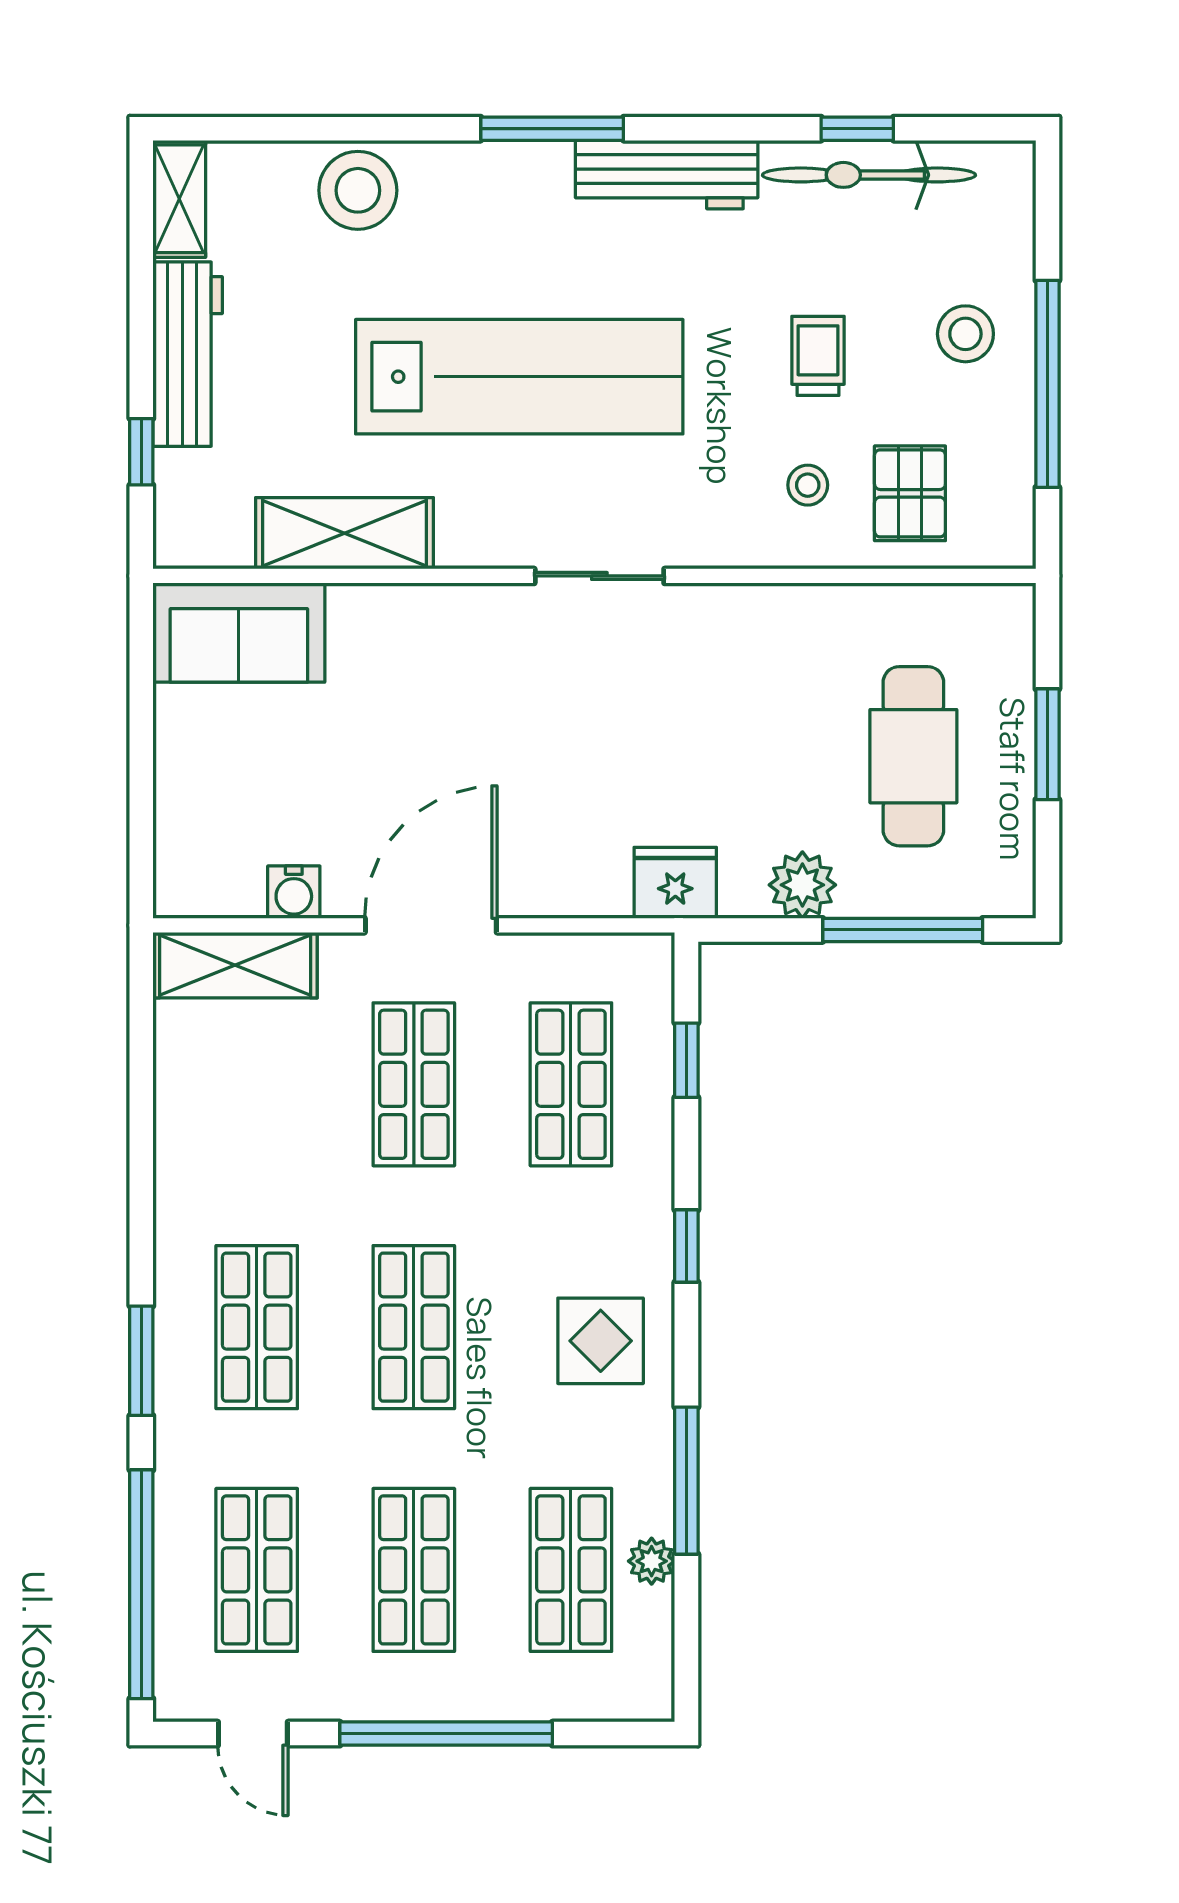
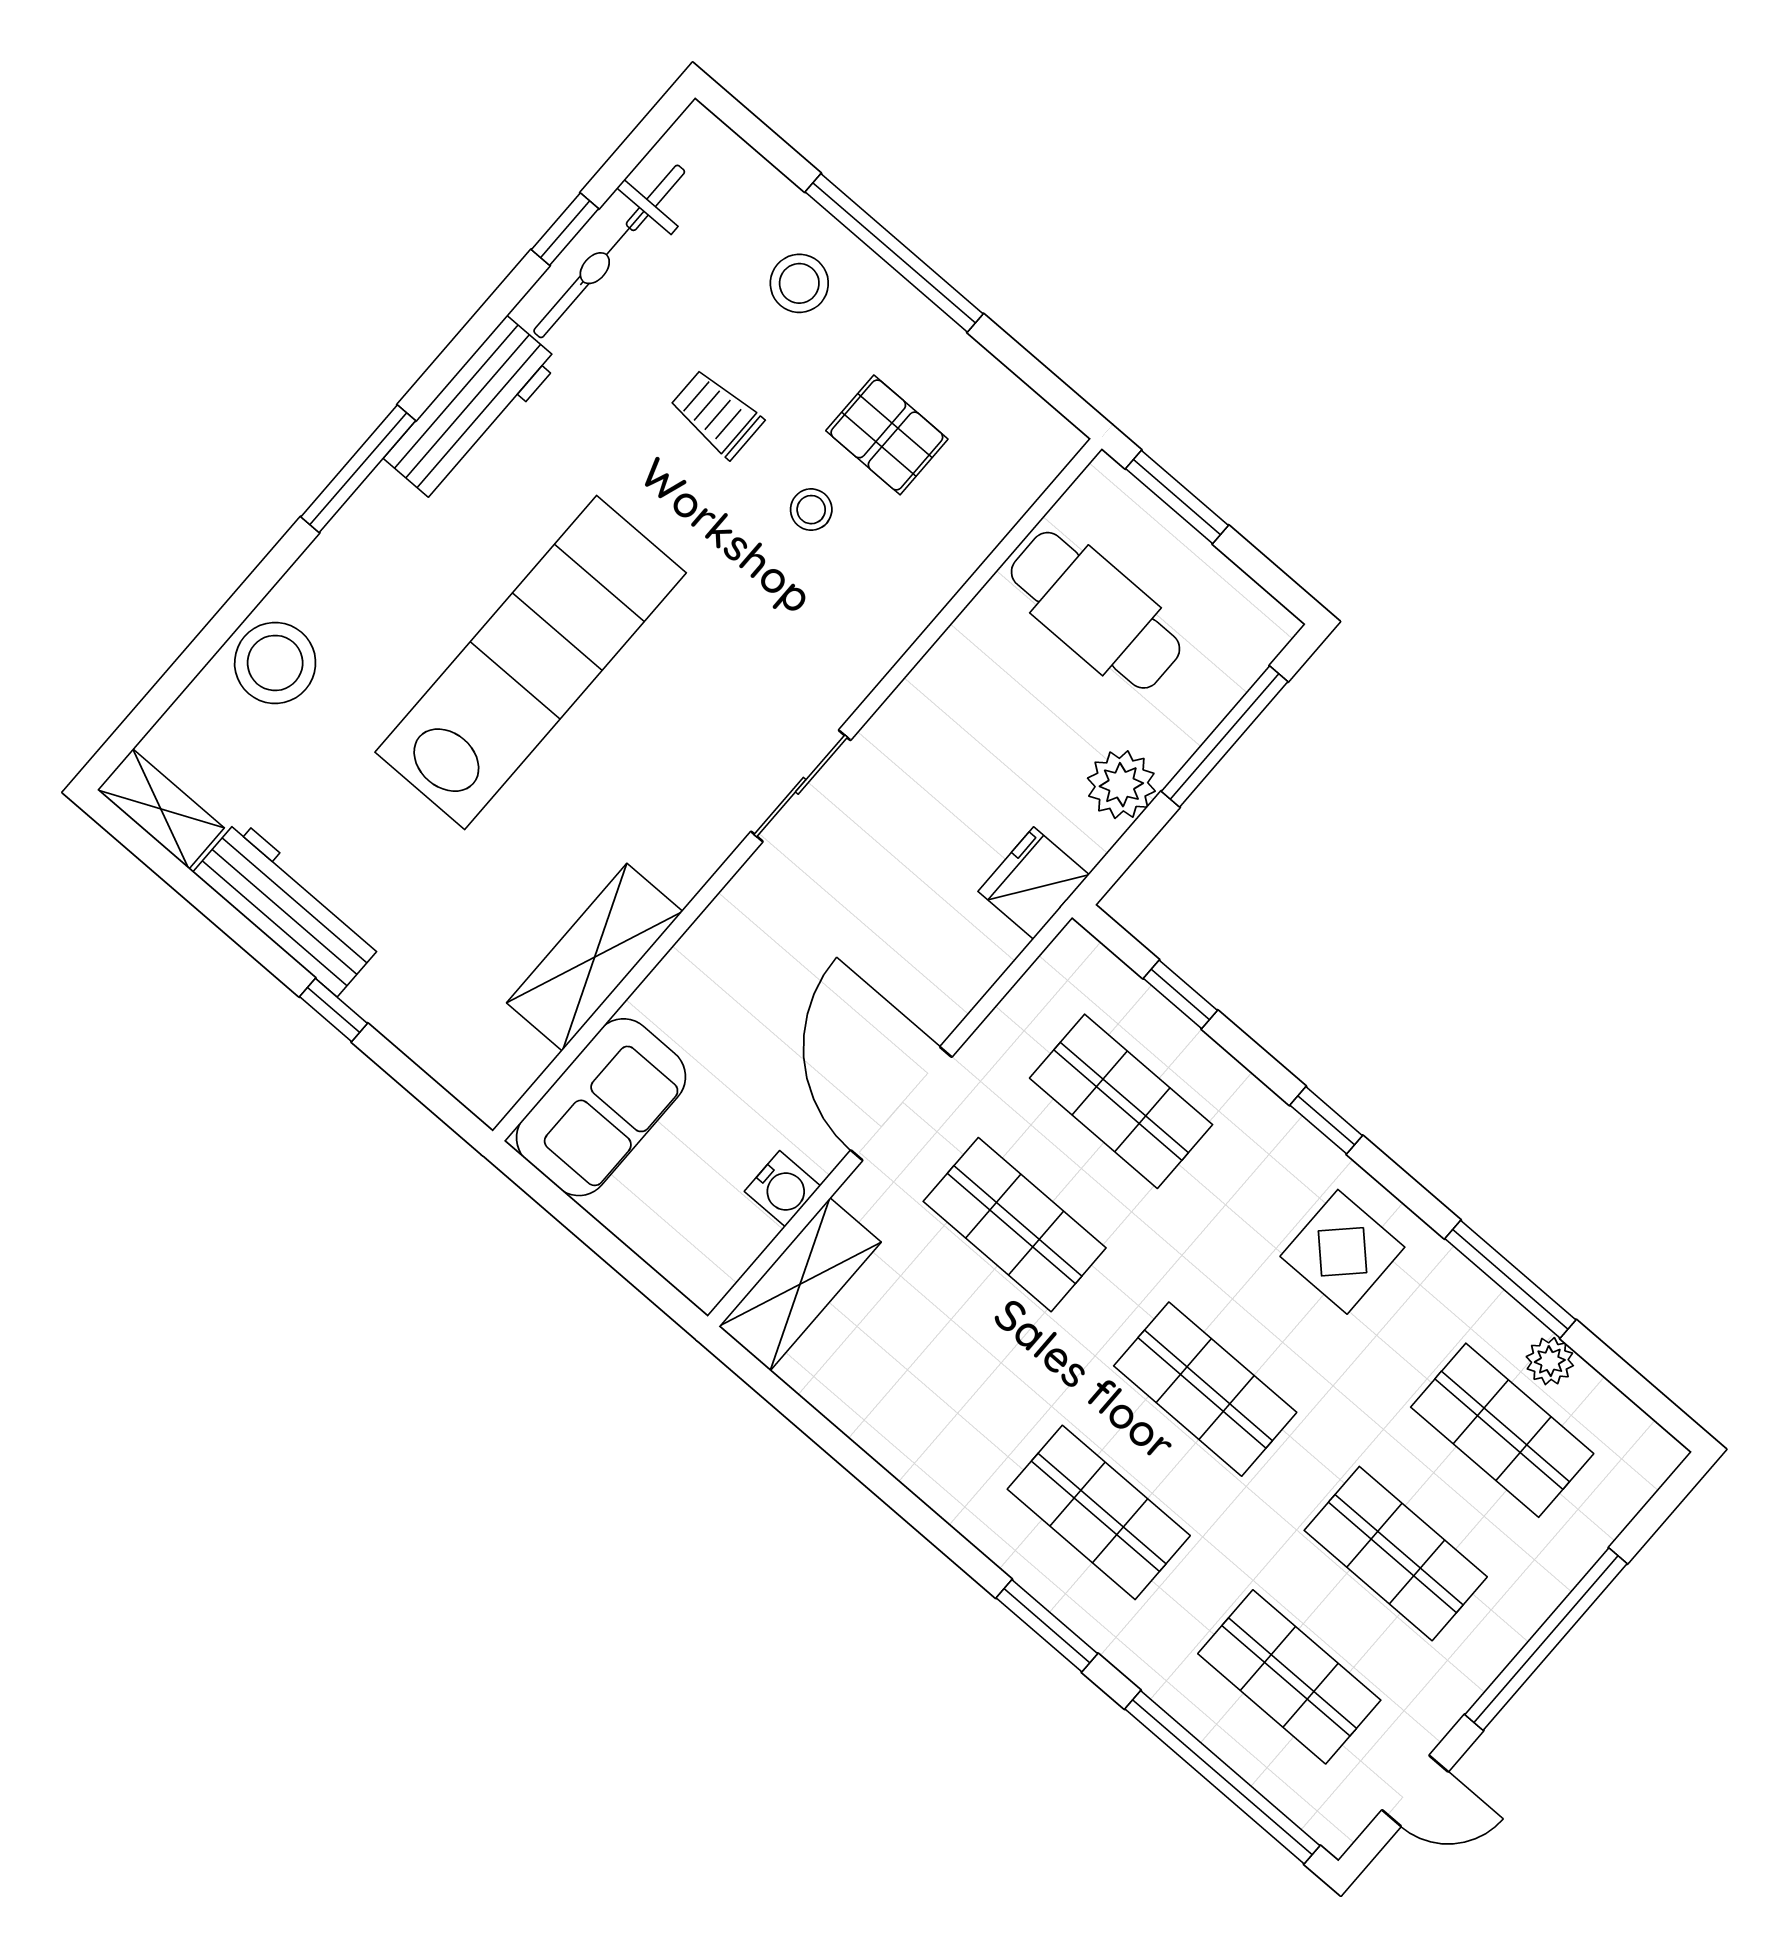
shelving: (344, 533) -> (595, 957), moved
wall: (594, 576) -> (797, 790), moved
sliding door: (599, 576) -> (801, 786), moved
sofa: (239, 633) -> (601, 1107), moved

